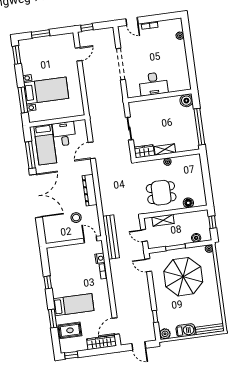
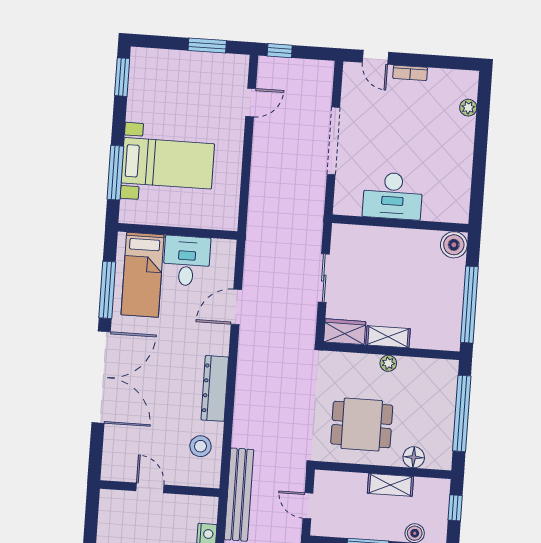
window: (41, 34) -> (207, 45), moved
window: (206, 178) -> (462, 413), added
stool: (76, 218) -> (200, 446), moved
shelving: (163, 220) -> (390, 485), moved
door: (90, 240) -> (150, 488), moved

